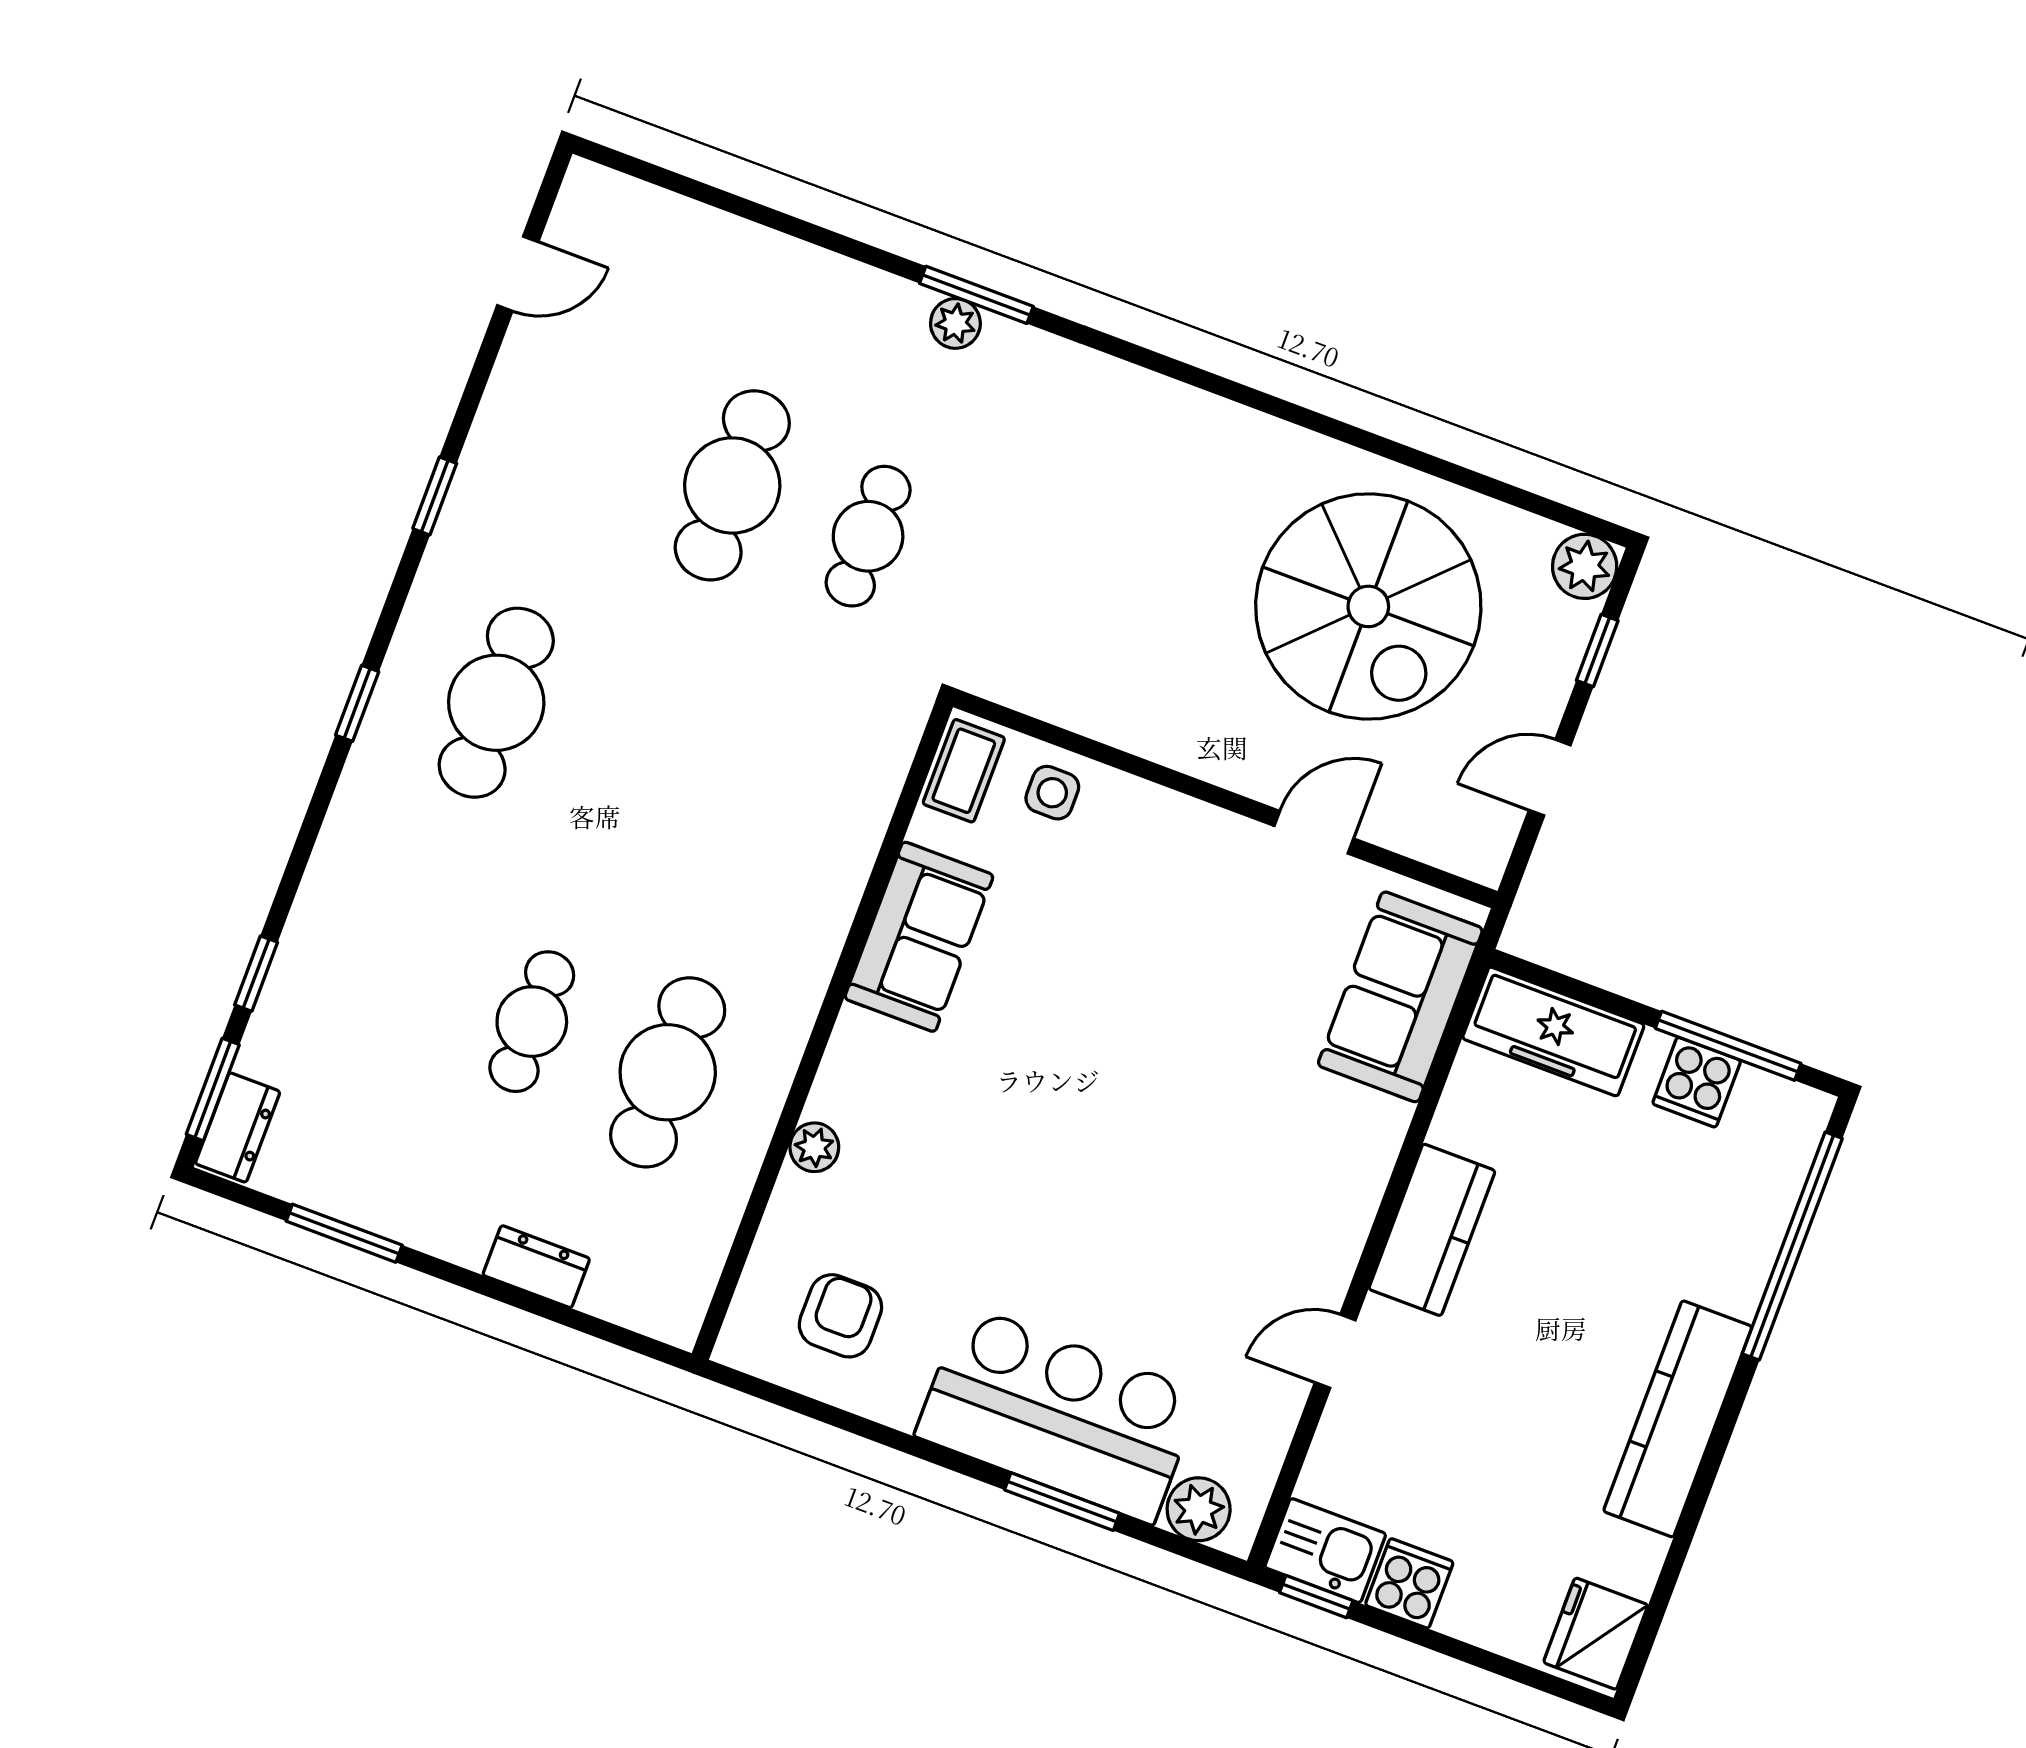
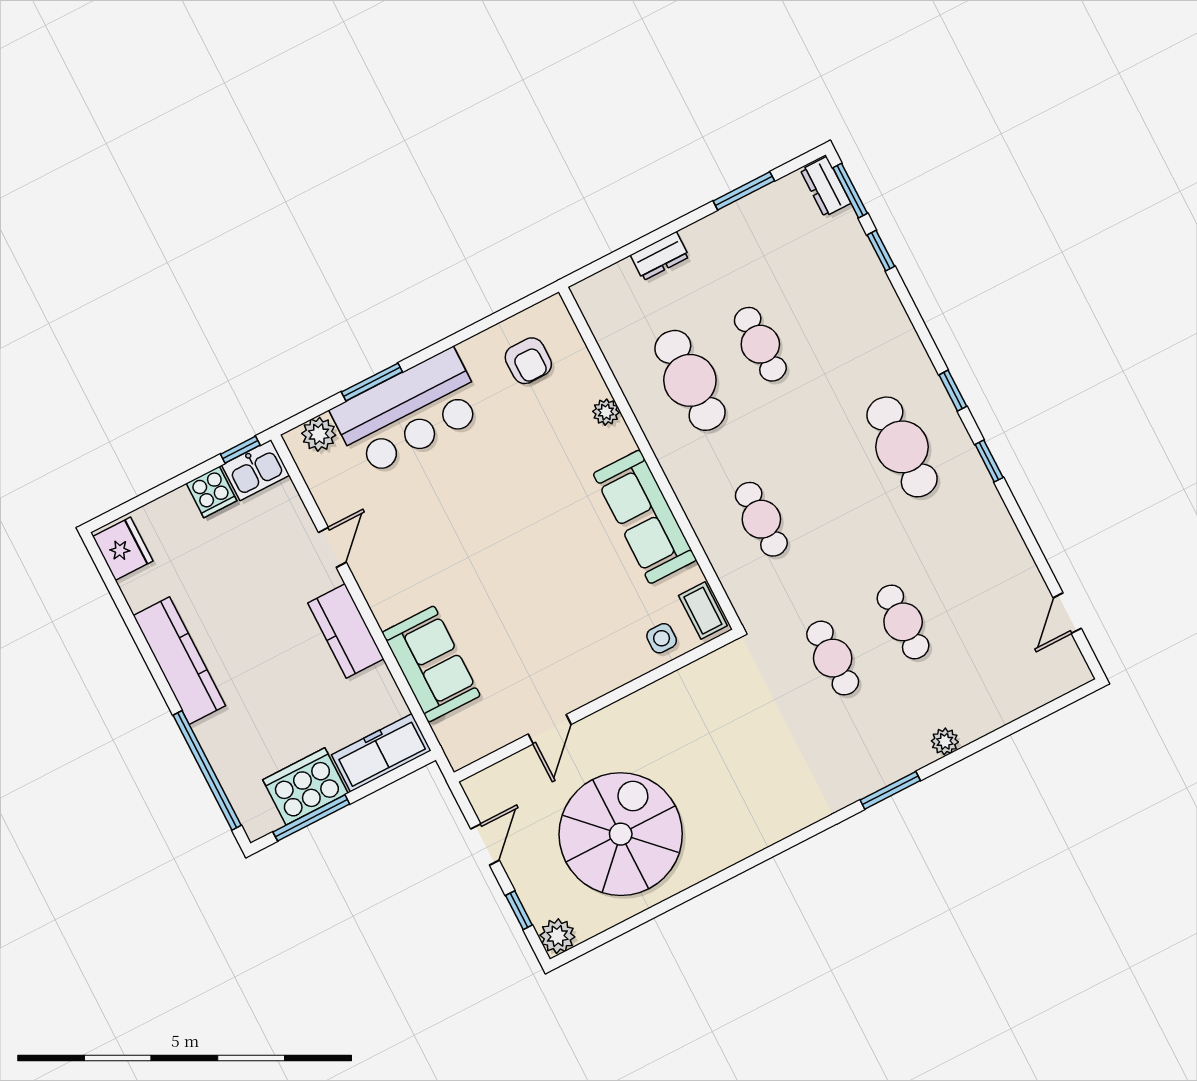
plant: (955, 323) -> (945, 741), moved
cafe table: (732, 485) -> (903, 622), width x0.73, depth x0.74
window: (435, 496) -> (989, 461), moved
spiral stairs: (1368, 606) -> (621, 834), turned 90
cafe table: (768, 804) -> (761, 519), added
sofa: (919, 937) -> (645, 517), width x1.36
sofa: (1400, 997) -> (431, 664), moved
cooker: (1697, 1082) -> (305, 786), width x1.87, depth x1.31

